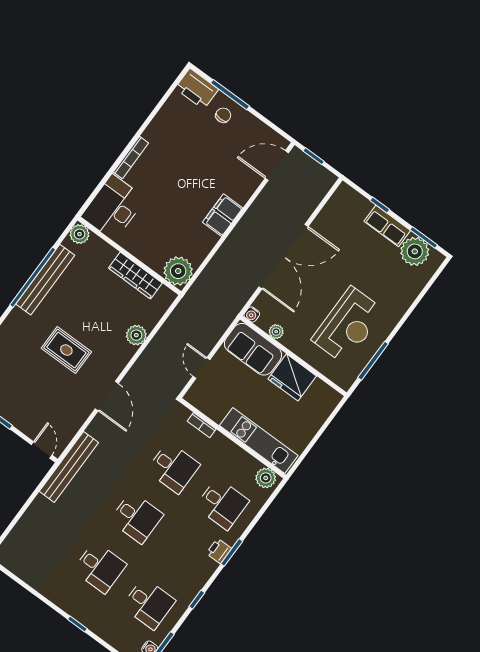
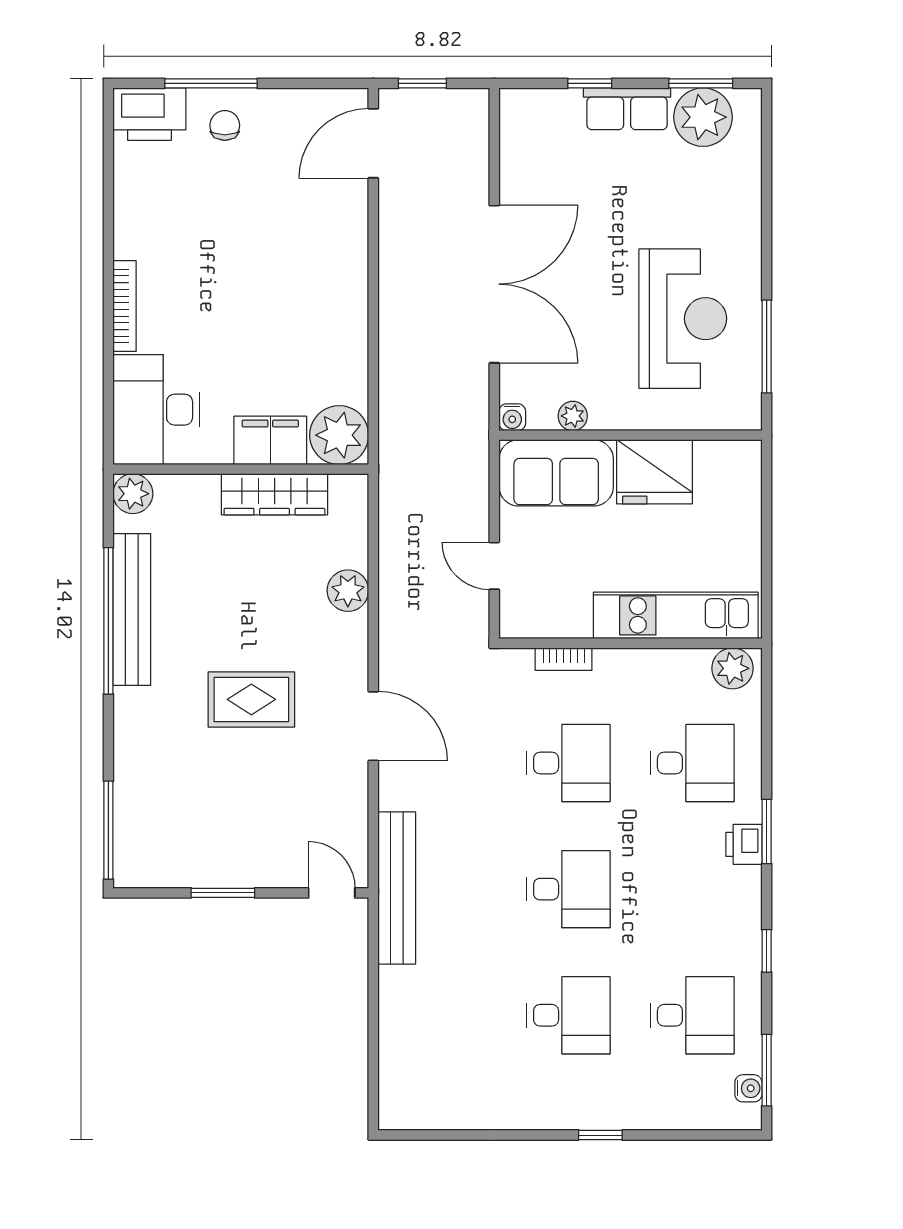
filing cabinet: (223, 215) -> (270, 440), moved, turned 90

